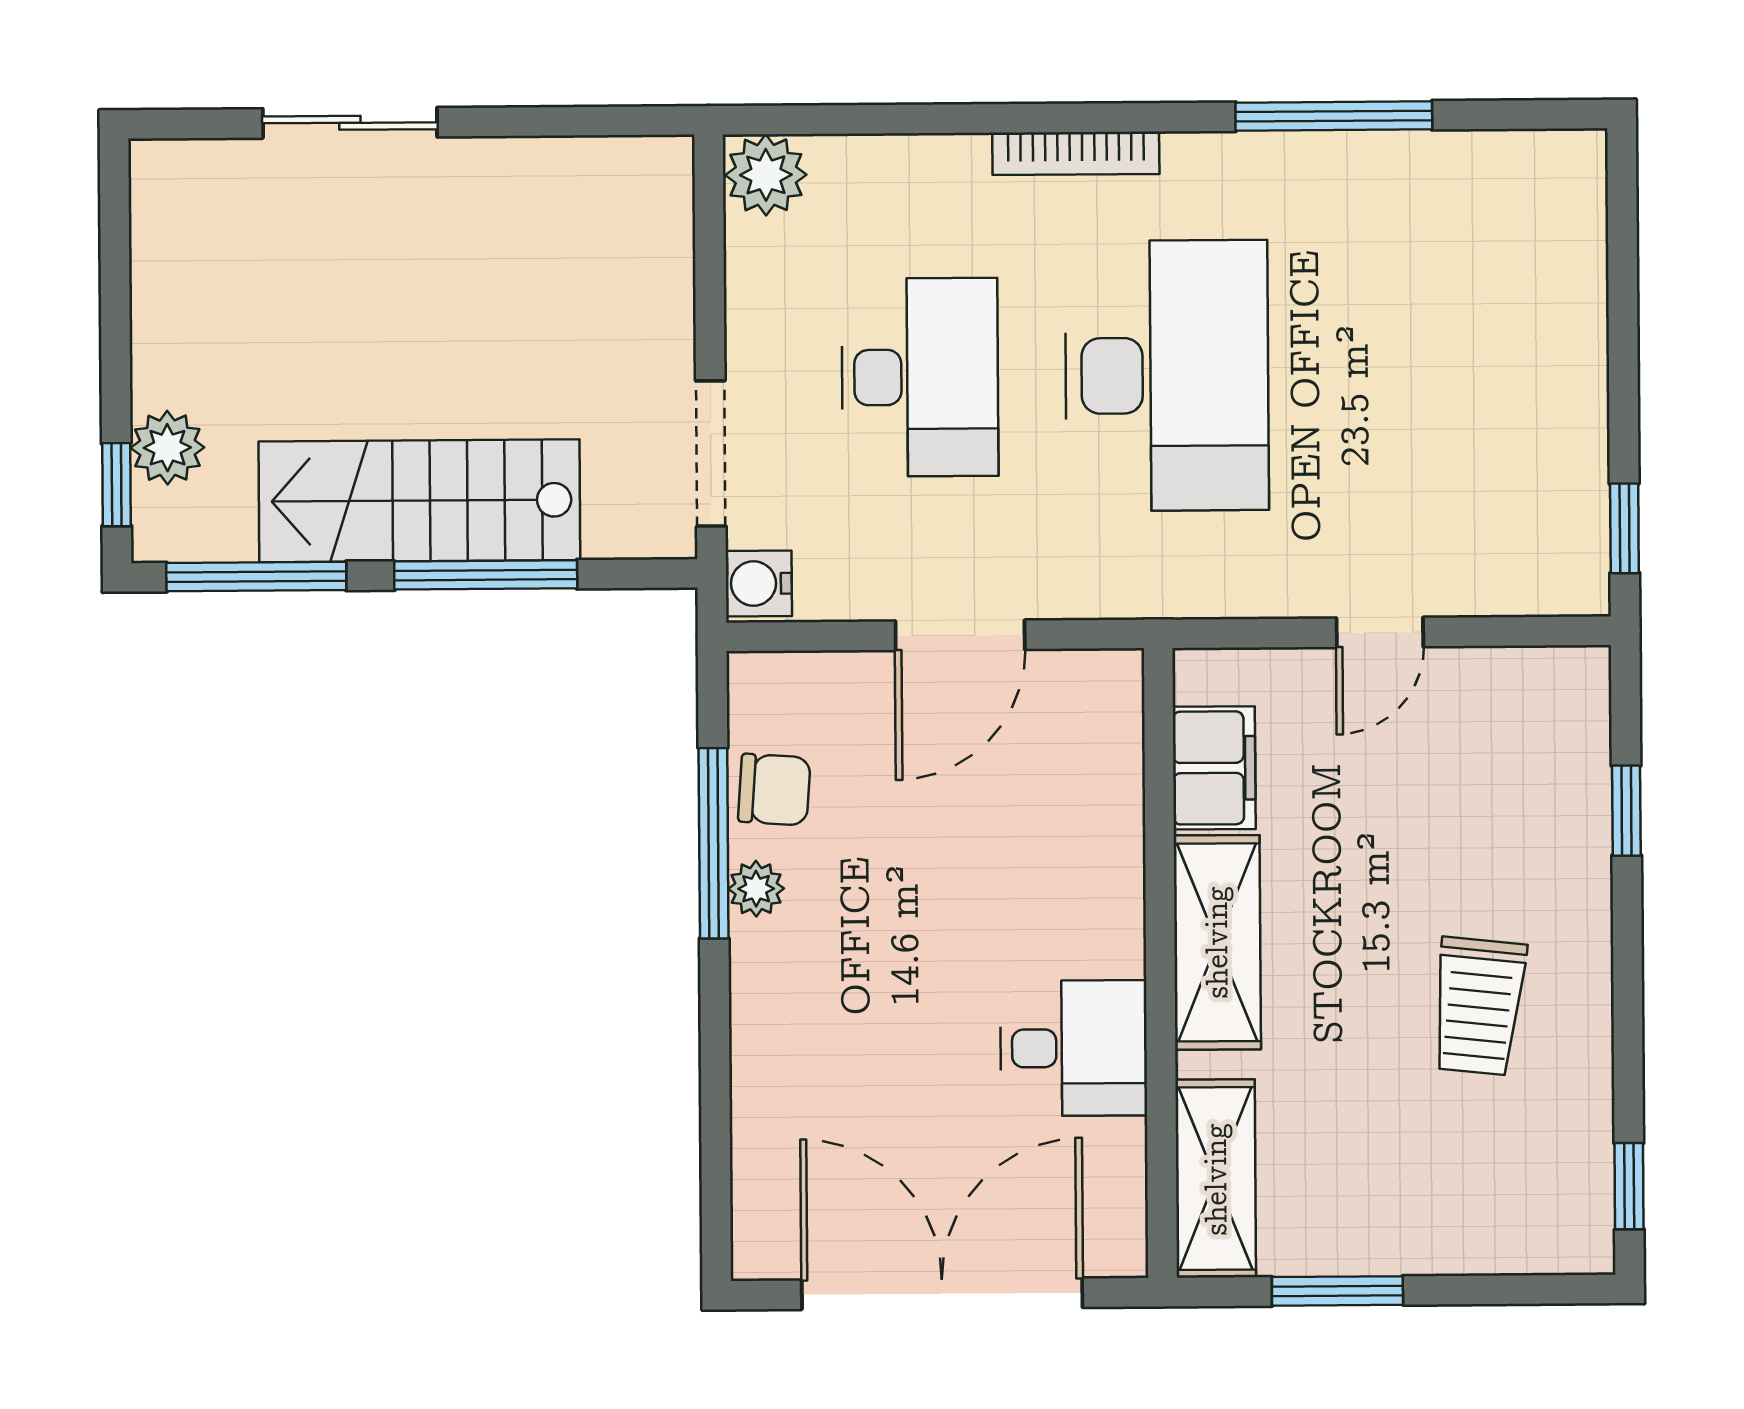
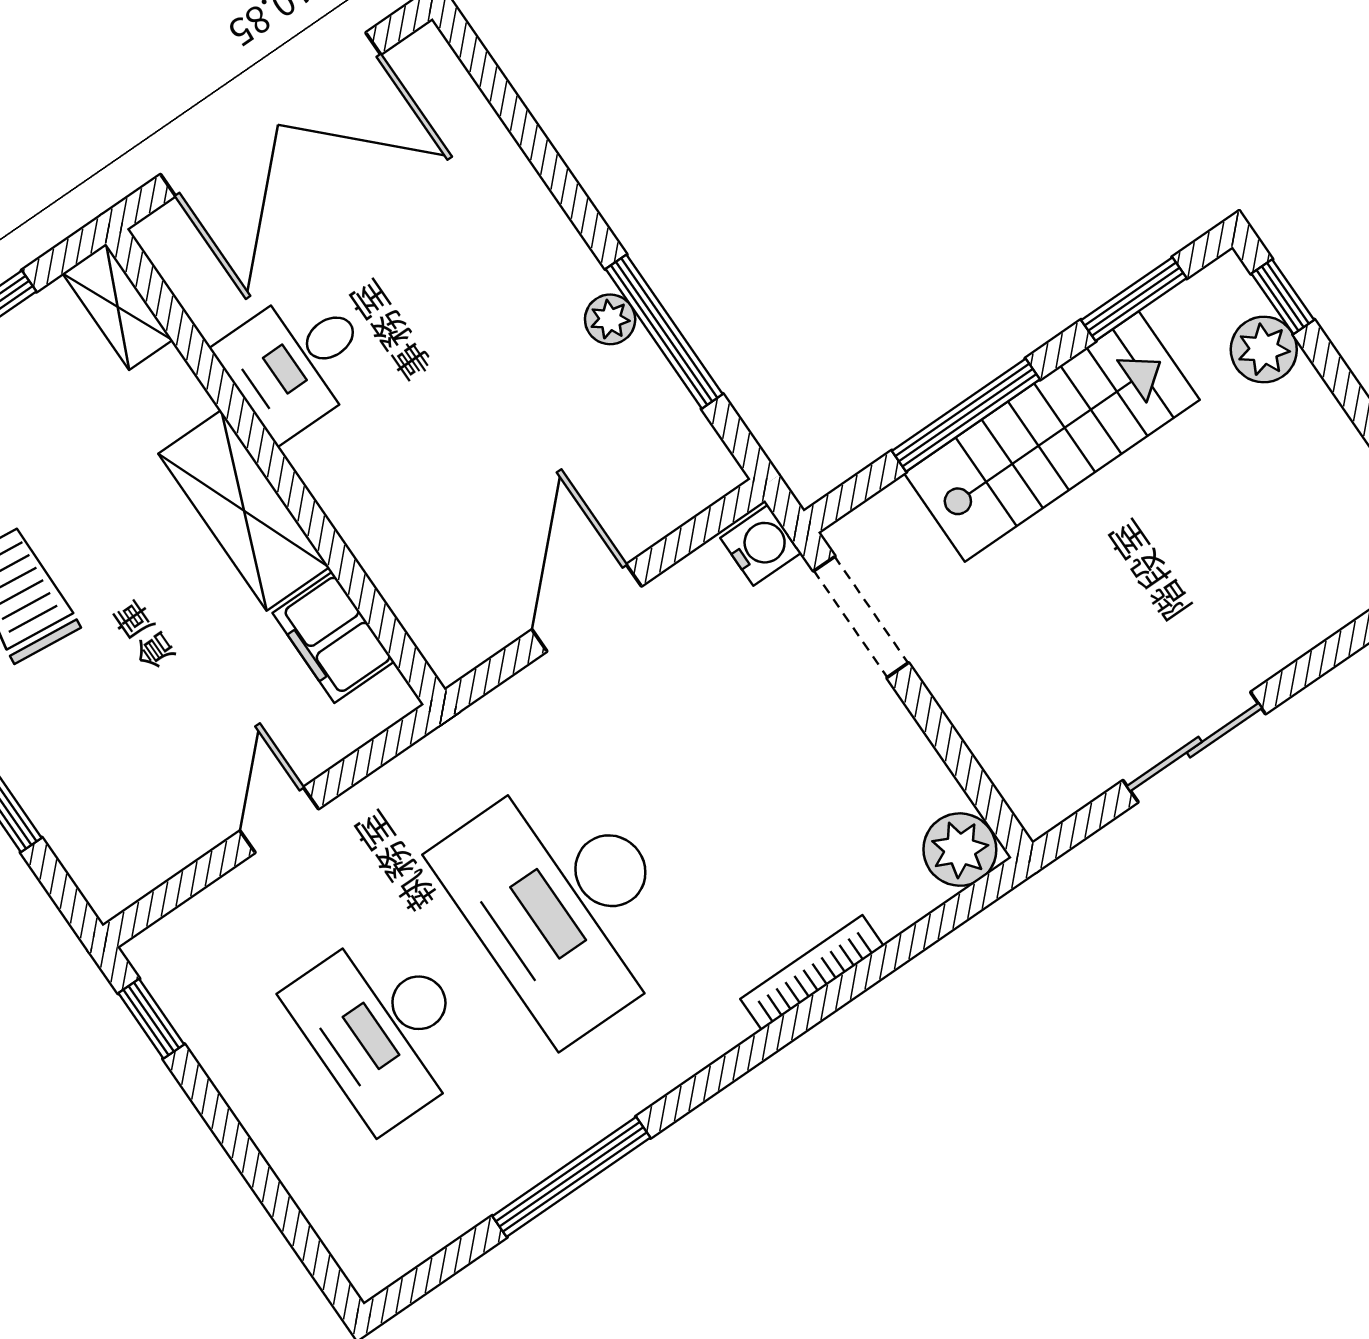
sliding door: (350, 123) -> (1194, 747), moved
bookcase: (1076, 153) -> (812, 973), moved
desk: (920, 377) -> (384, 1027), moved
window: (256, 576) -> (1134, 299), width x0.69
chair: (774, 790) -> (646, 401), removed
shelving: (1216, 1179) -> (118, 307), width x0.67, depth x0.75

